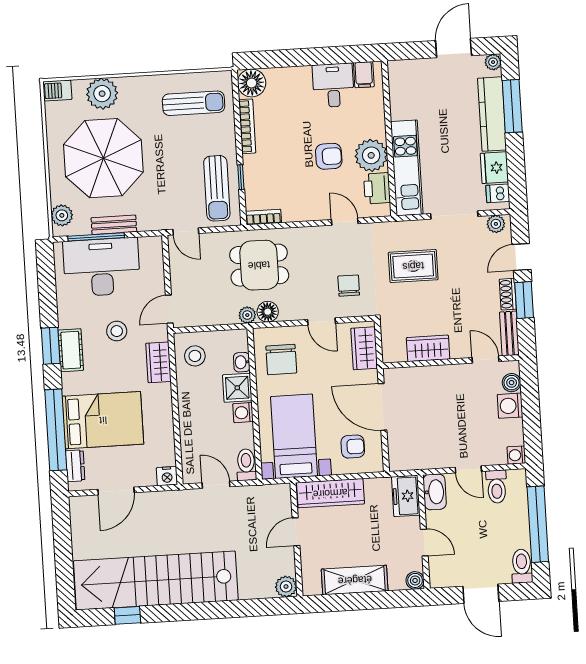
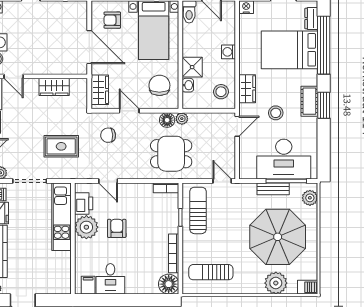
armchair: (329, 156) -> (117, 228), turned 90
chair: (349, 286) -> (108, 135), turned 86
washing machine: (243, 413) -> (229, 52), moved, turned 180

